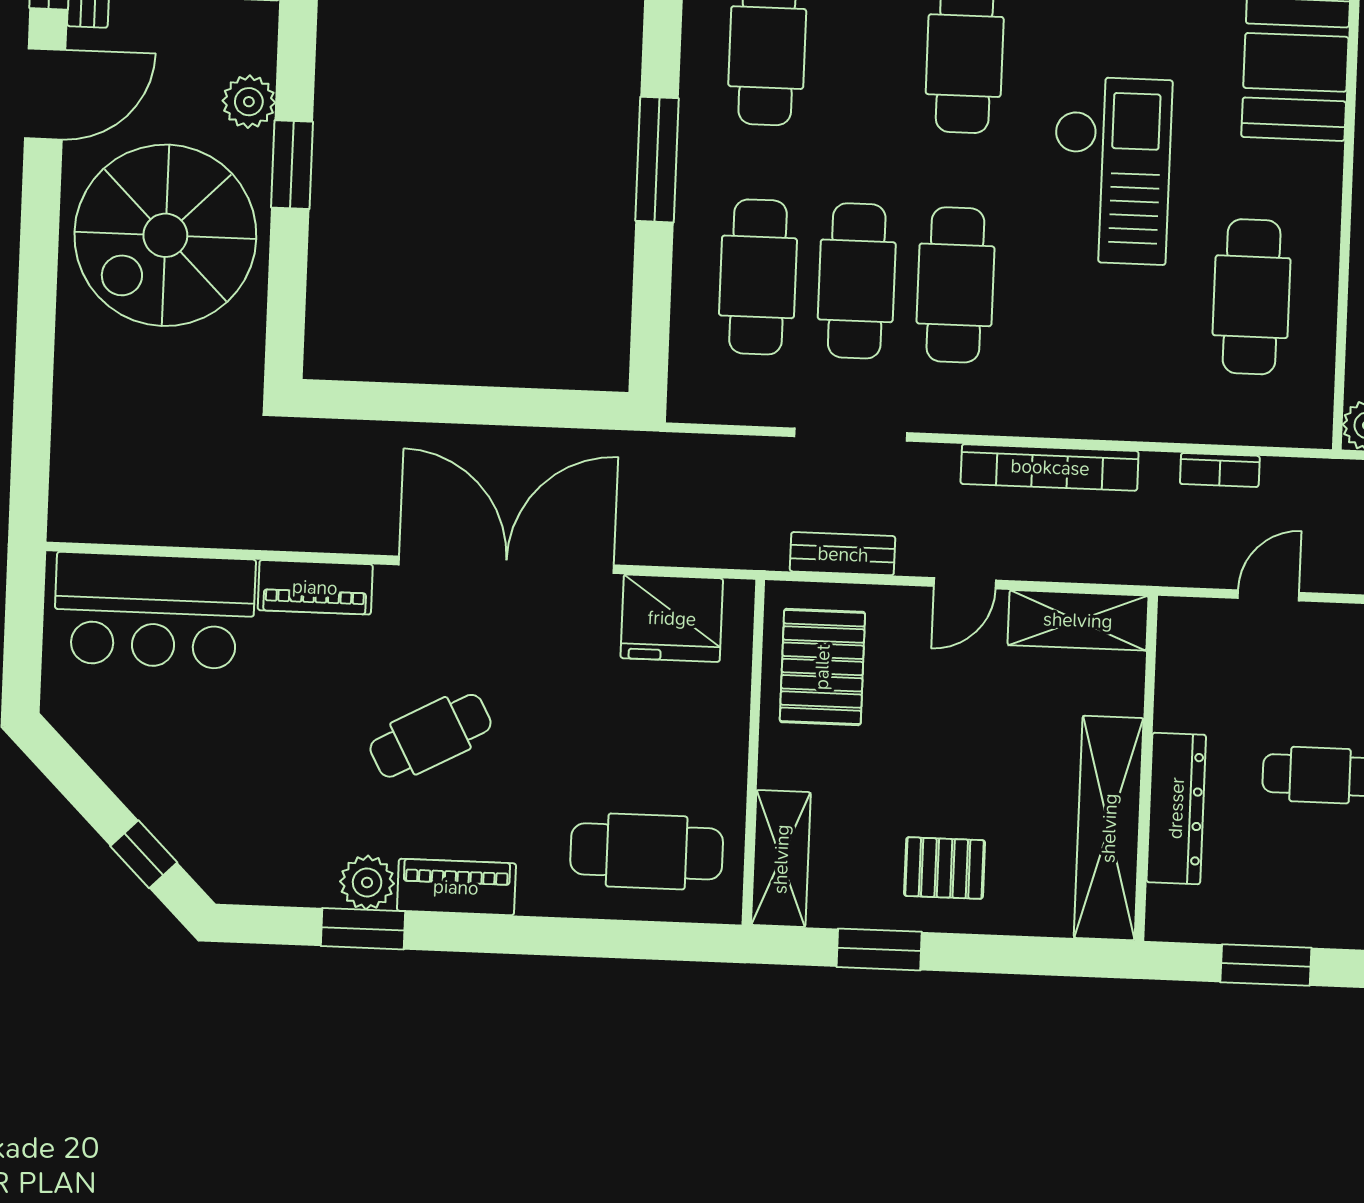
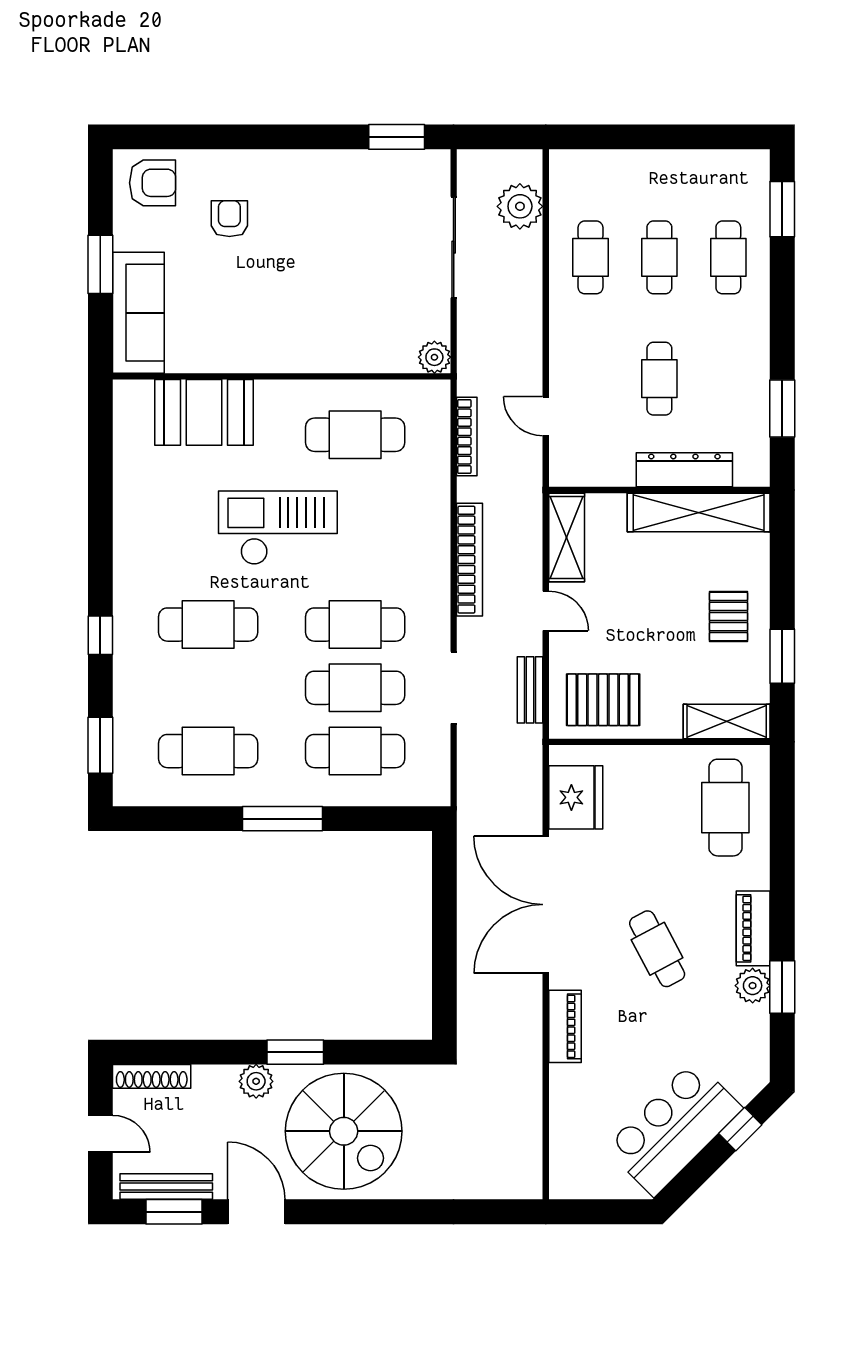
bookcase: (1220, 470) -> (467, 436), width x1.56
bar counter: (154, 611) -> (674, 1128), moved, turned -135

